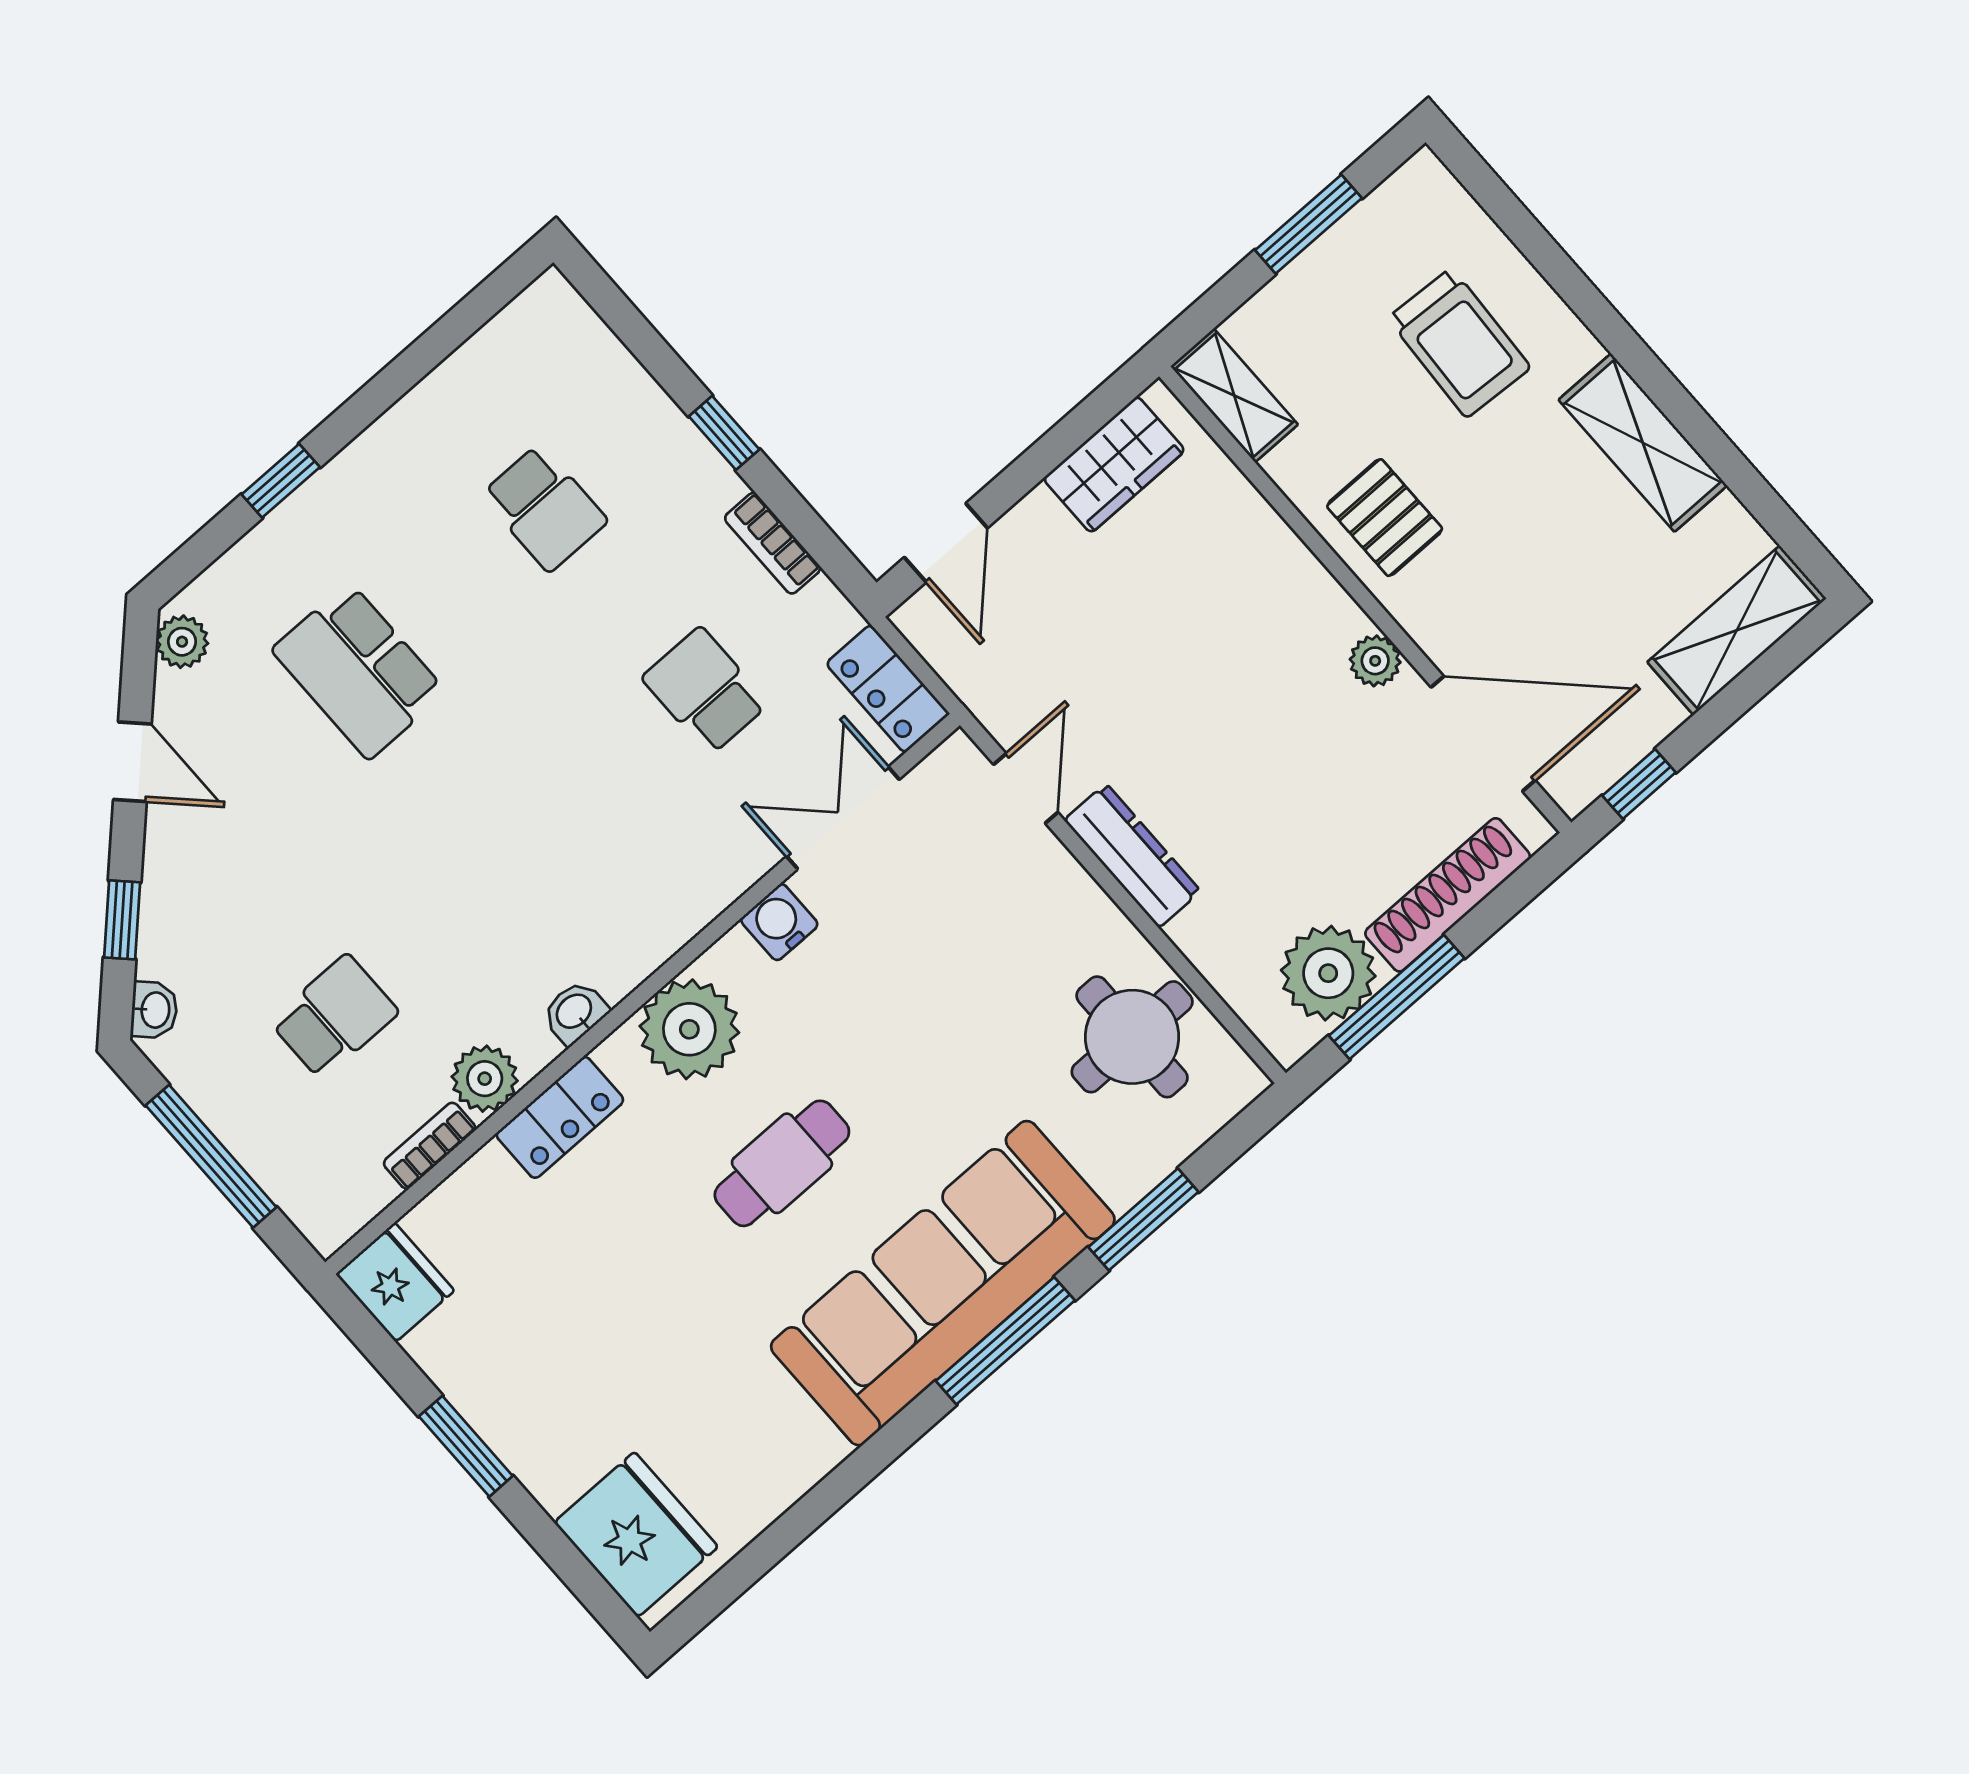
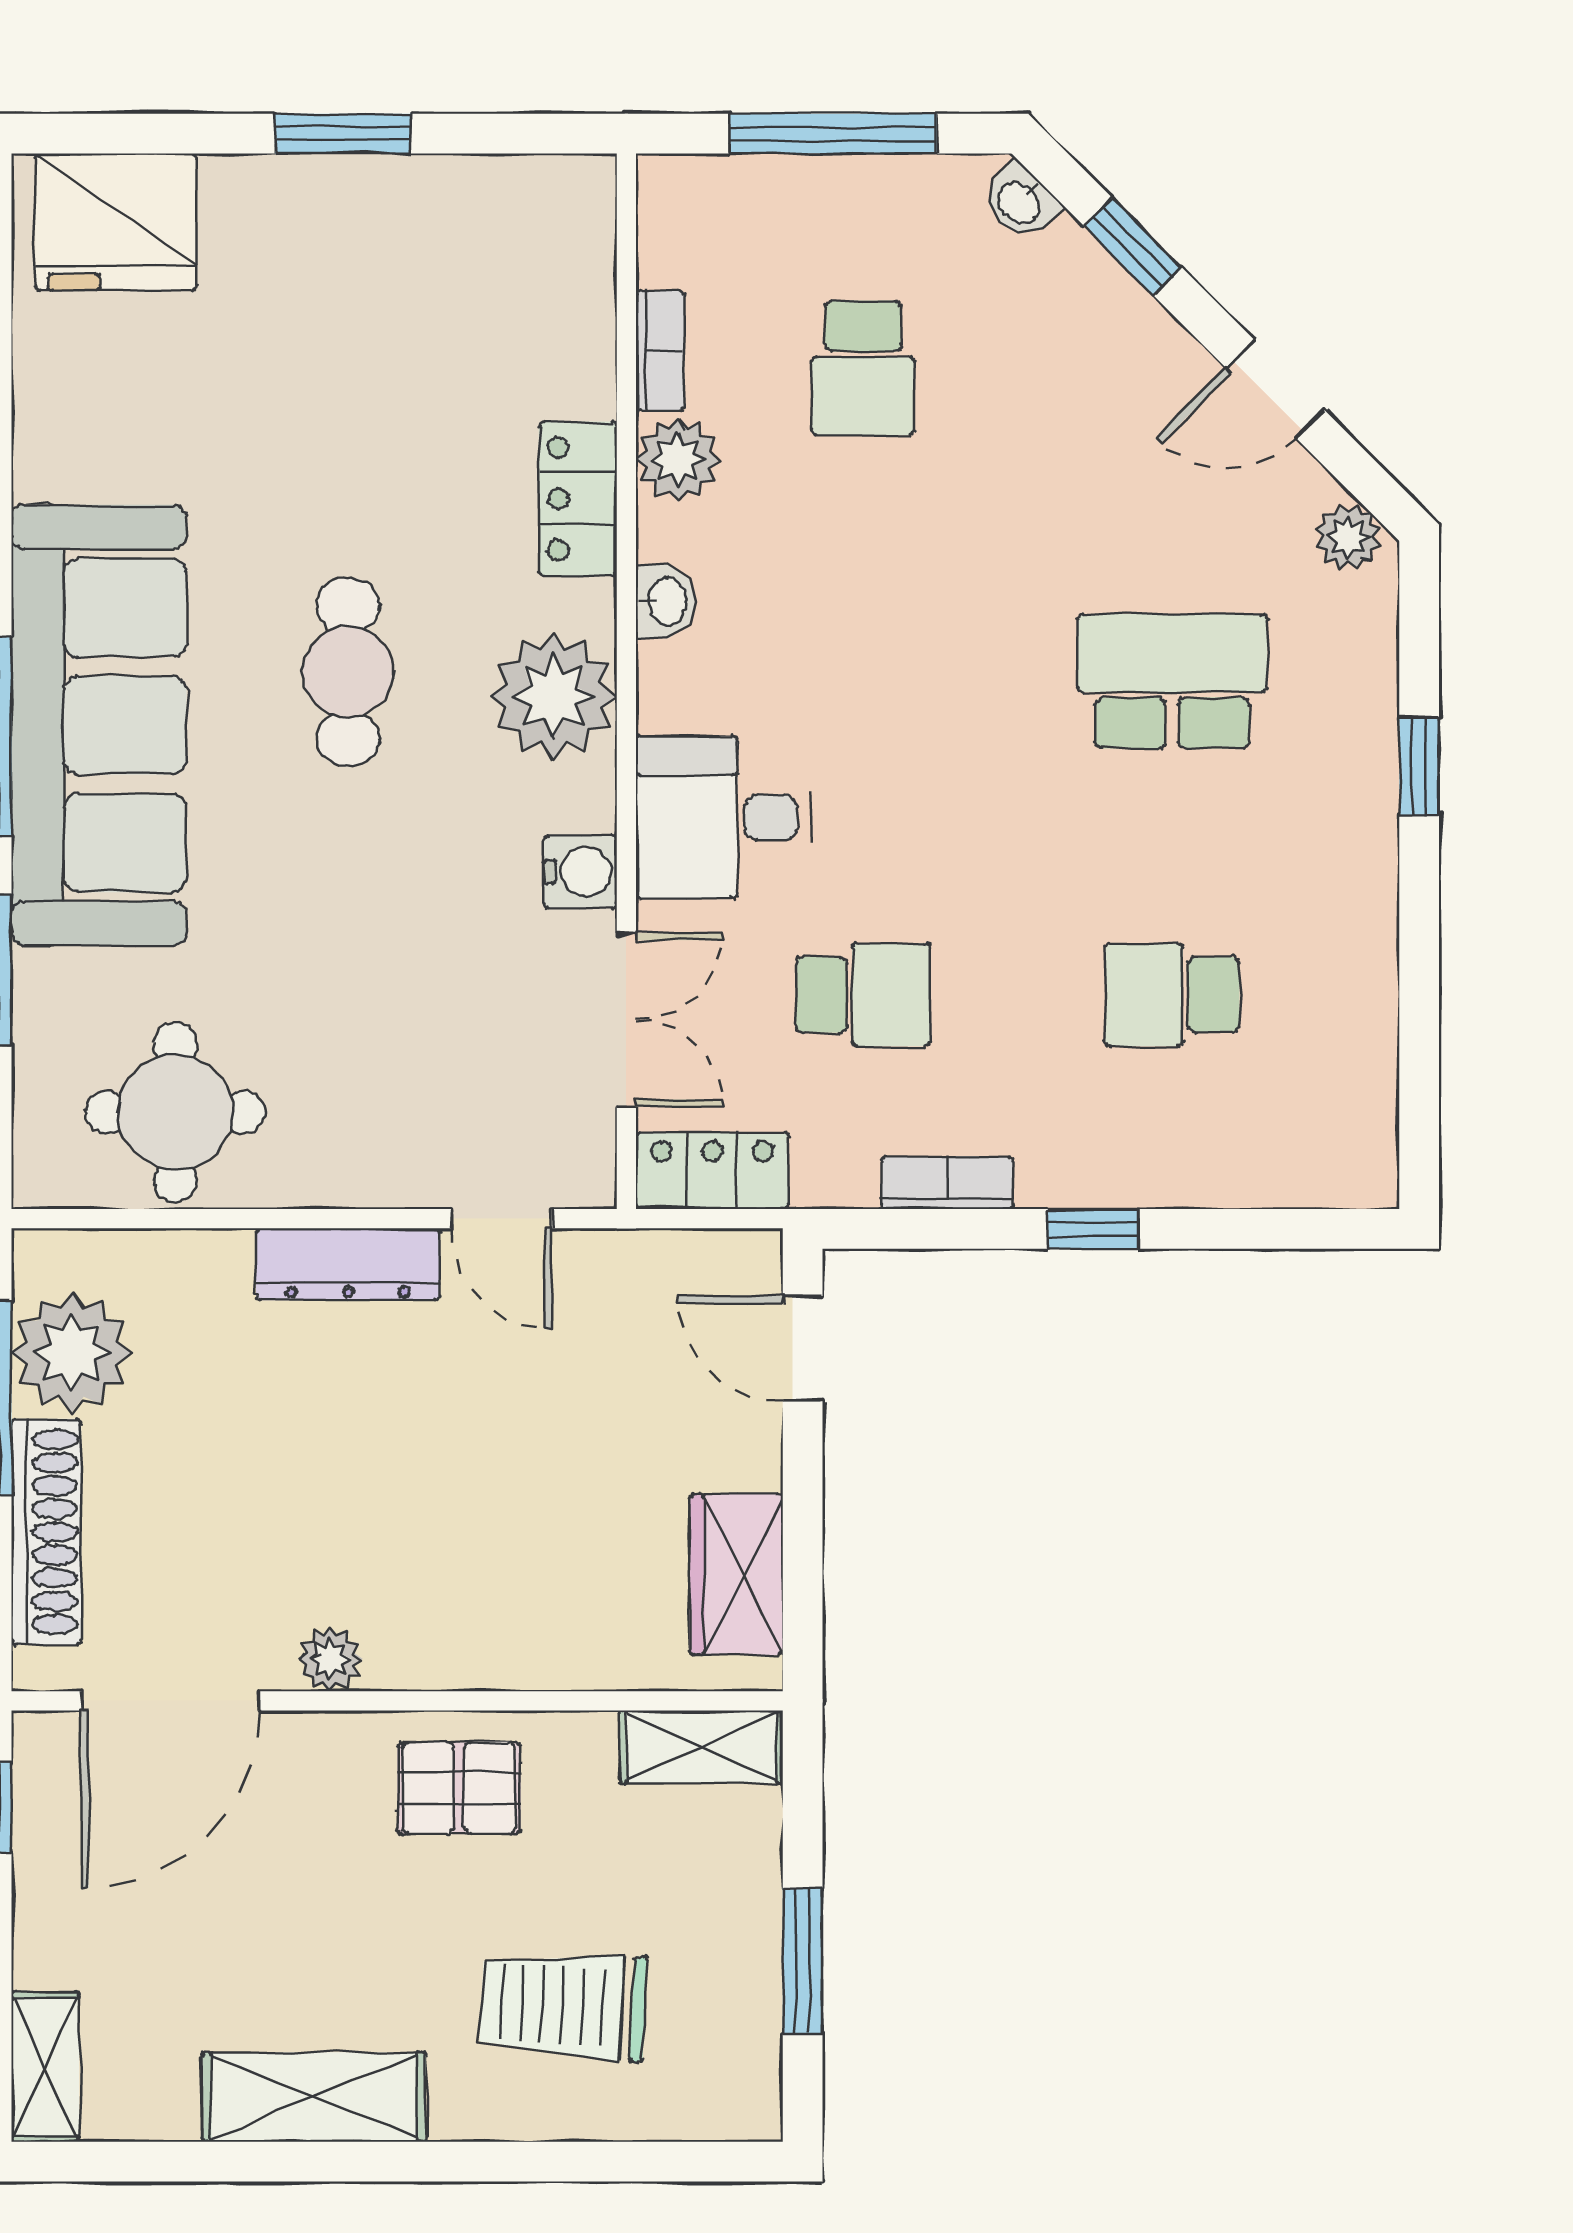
shelving: (1737, 630) -> (45, 2067), width x0.67, depth x0.75
desk: (673, 866) -> (723, 817), added
fridge: (395, 1282) -> (559, 203), removed

